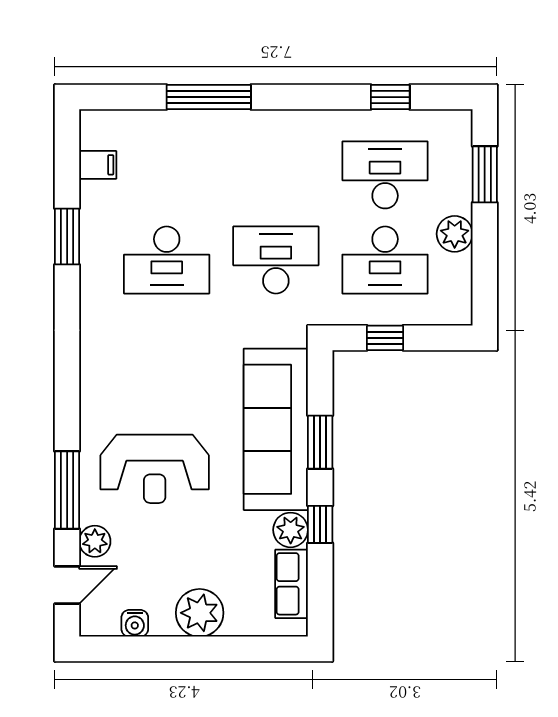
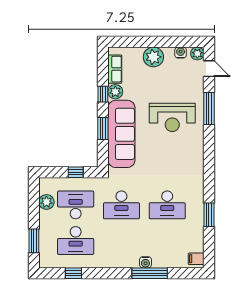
water cooler: (218, 123) -> (145, 262), added
filing cabinet: (98, 165) -> (196, 259), moved
plant: (455, 234) -> (46, 202), moved
desk: (167, 260) -> (167, 205), turned 180
reception desk: (155, 469) -> (172, 117), turned 180
plant: (95, 541) -> (197, 54), moved
door: (67, 585) -> (209, 69), swing flipped

